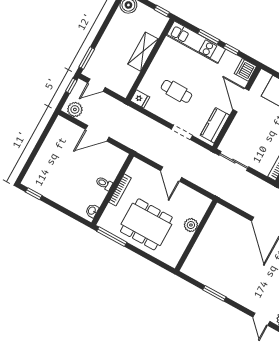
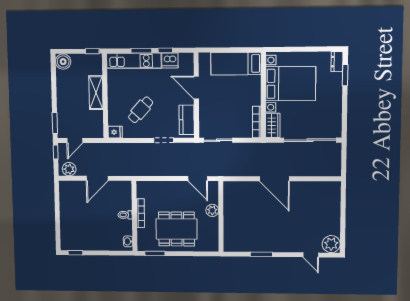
dishwasher: (245, 70) -> (170, 60), moved, turned -90
cafe table: (176, 91) -> (141, 110), turned -48
door: (171, 174) -> (198, 179), moved
window: (112, 237) -> (155, 253), width x0.69

